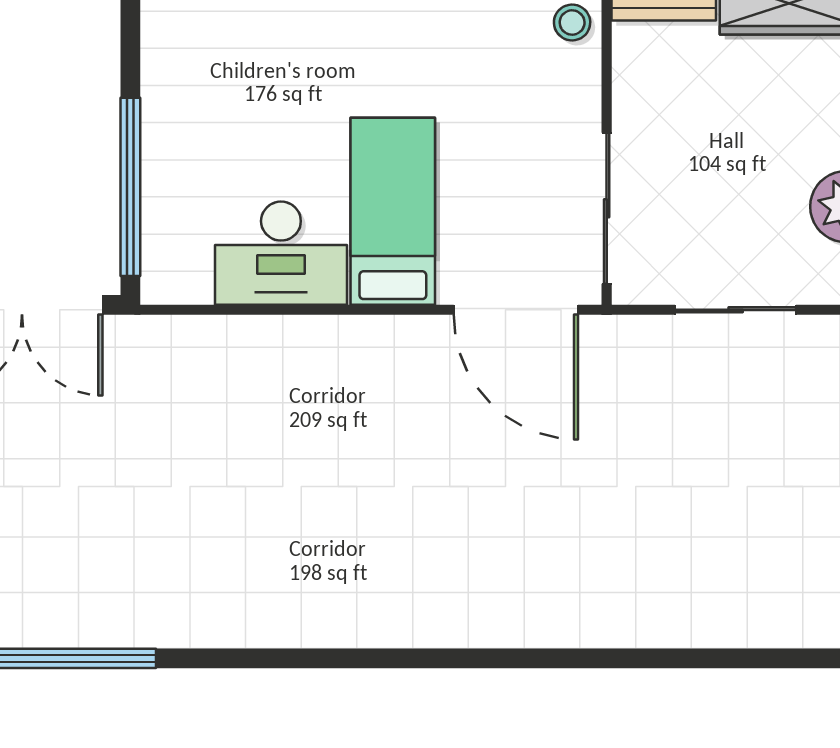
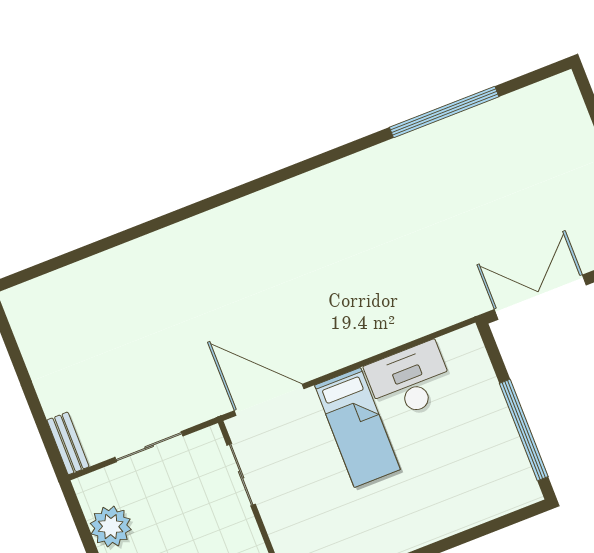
window: (130, 187) -> (524, 430), moved
sliding door: (607, 208) -> (241, 475), width x0.73

